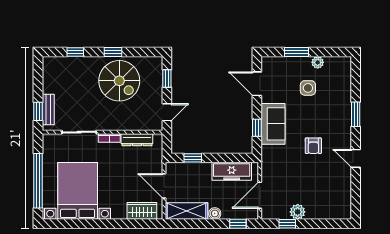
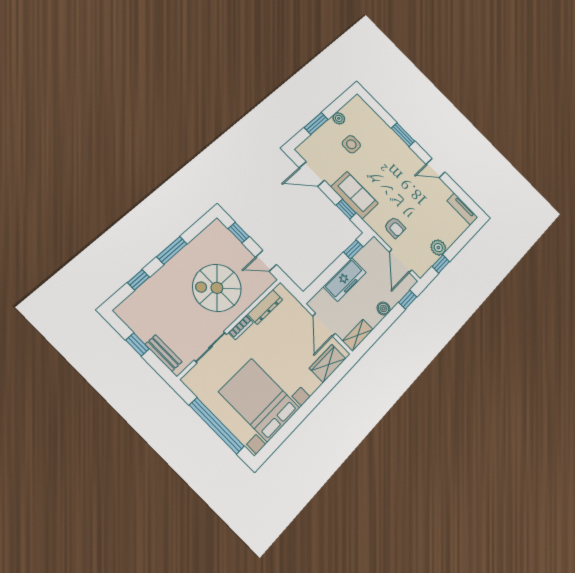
window: (113, 52) -> (172, 250), width x1.50
spiral stairs: (119, 81) -> (217, 288), moved, turned 180
window: (38, 111) -> (137, 344), moved
door: (167, 112) -> (266, 261), swing flipped
armchair: (313, 146) -> (395, 227), moved
window: (193, 158) -> (353, 249), moved
freezer: (232, 171) -> (345, 280), moved
door: (164, 186) -> (324, 325), hinge flipped
tv unit: (345, 203) -> (462, 209), added
shelving: (187, 211) -> (358, 335), width x0.67, depth x0.75

